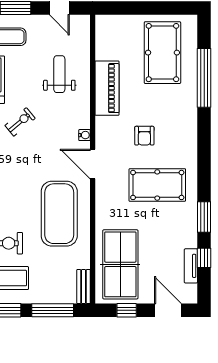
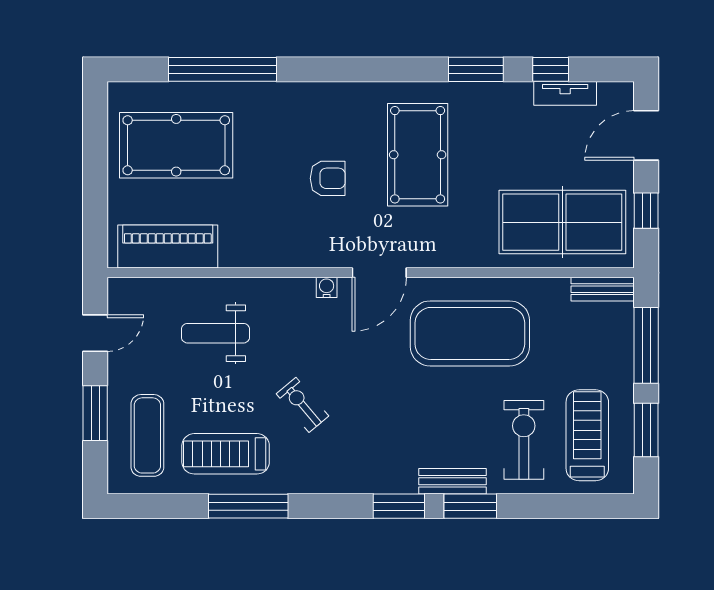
piano: (107, 88) -> (168, 247), moved

